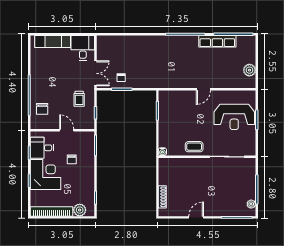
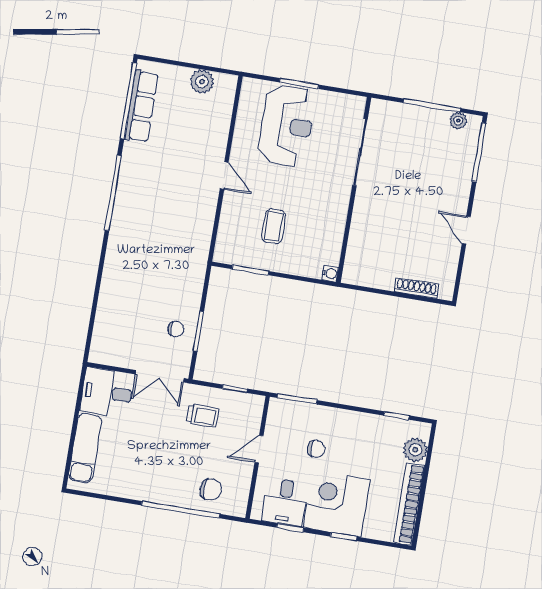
row of seats: (217, 41) -> (141, 106), moved
double door: (96, 73) -> (160, 376), swing flipped
coffee table: (194, 147) -> (274, 226), moved

